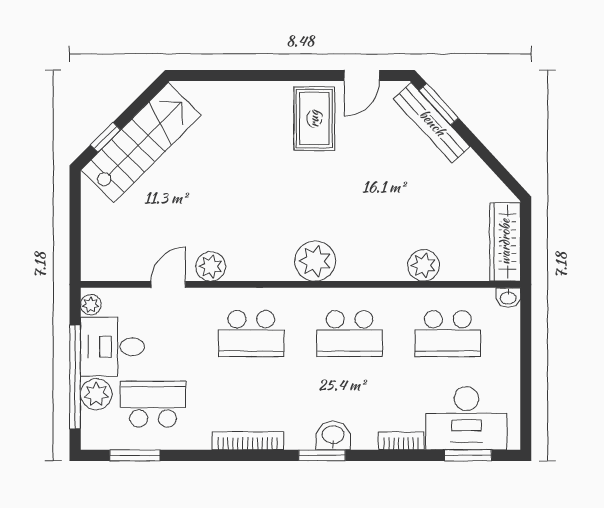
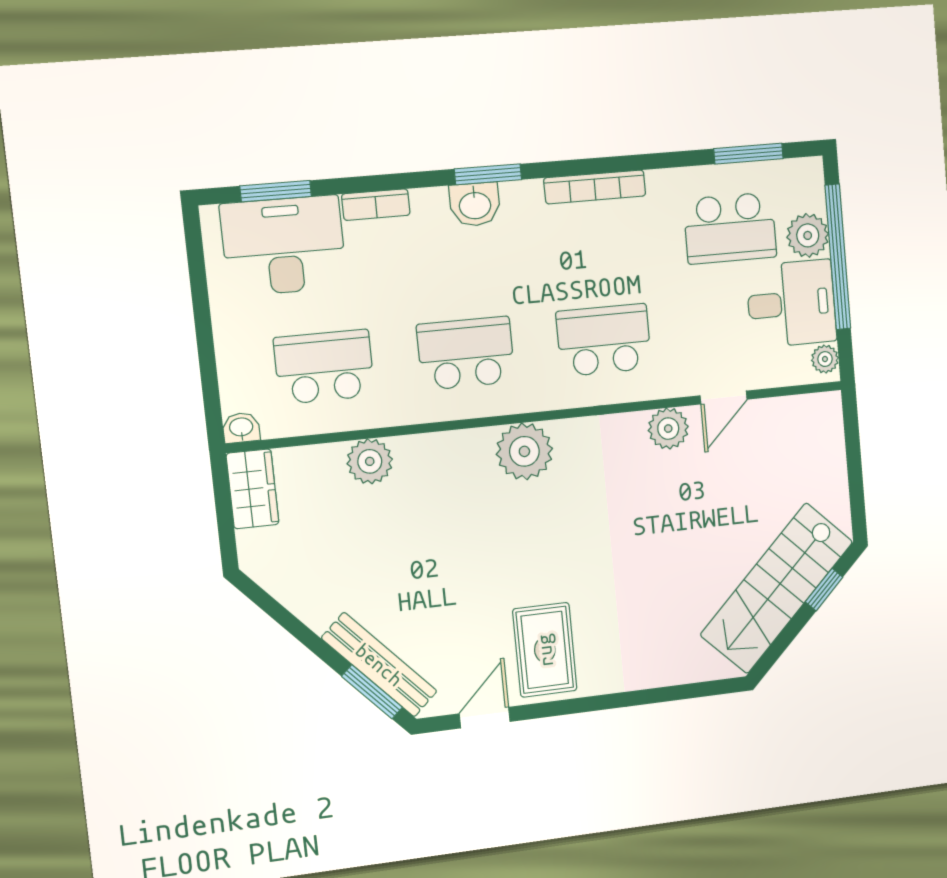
wardrobe: (505, 242) -> (253, 489), width x0.67

